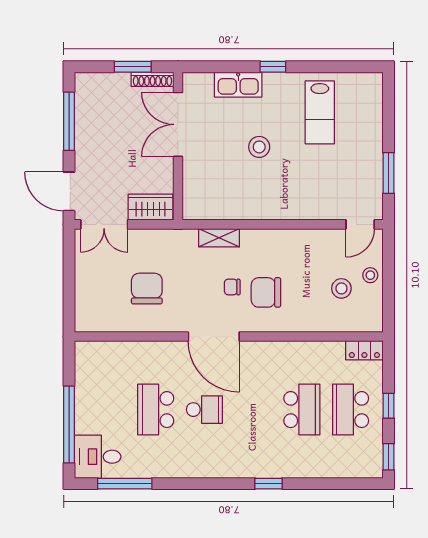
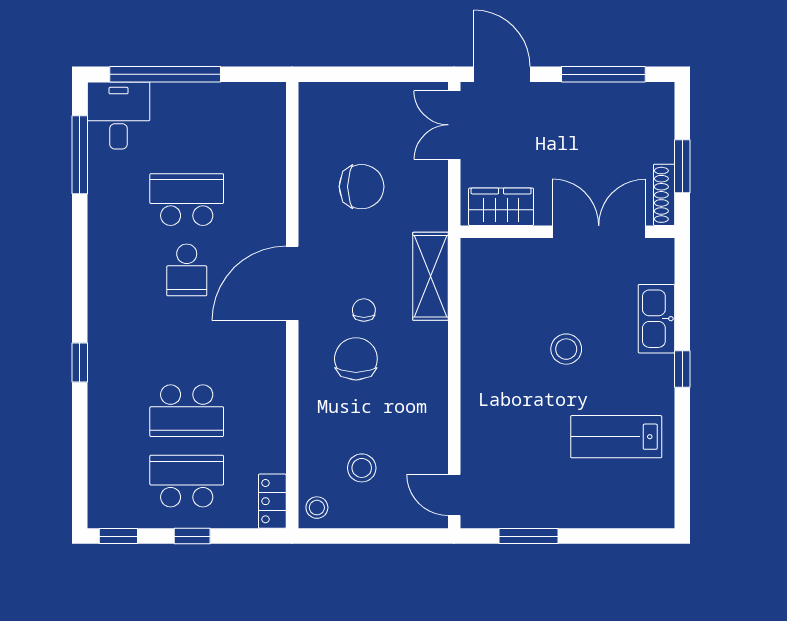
door: (69, 191) -> (502, 74), hinge flipped
wardrobe: (151, 207) -> (501, 207), moved, turned -90
shelving: (219, 238) -> (431, 276), width x1.50, depth x1.33
stool: (370, 275) -> (317, 508), moved

